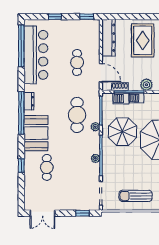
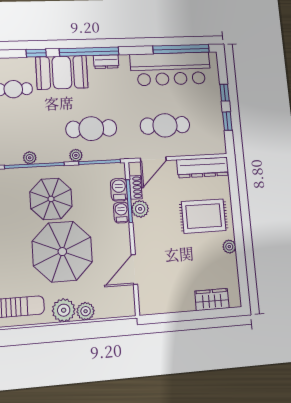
window: (87, 17) -> (227, 121), moved
cafe table: (77, 62) -> (165, 125), width x1.37, depth x1.35
plant: (146, 85) -> (140, 209), moved
parasol: (122, 132) -> (51, 199), moved
window: (21, 166) -> (36, 53), moved

